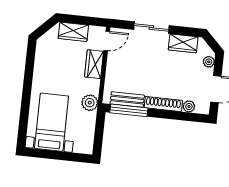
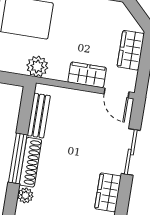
window: (129, 110) -> (18, 158), moved

